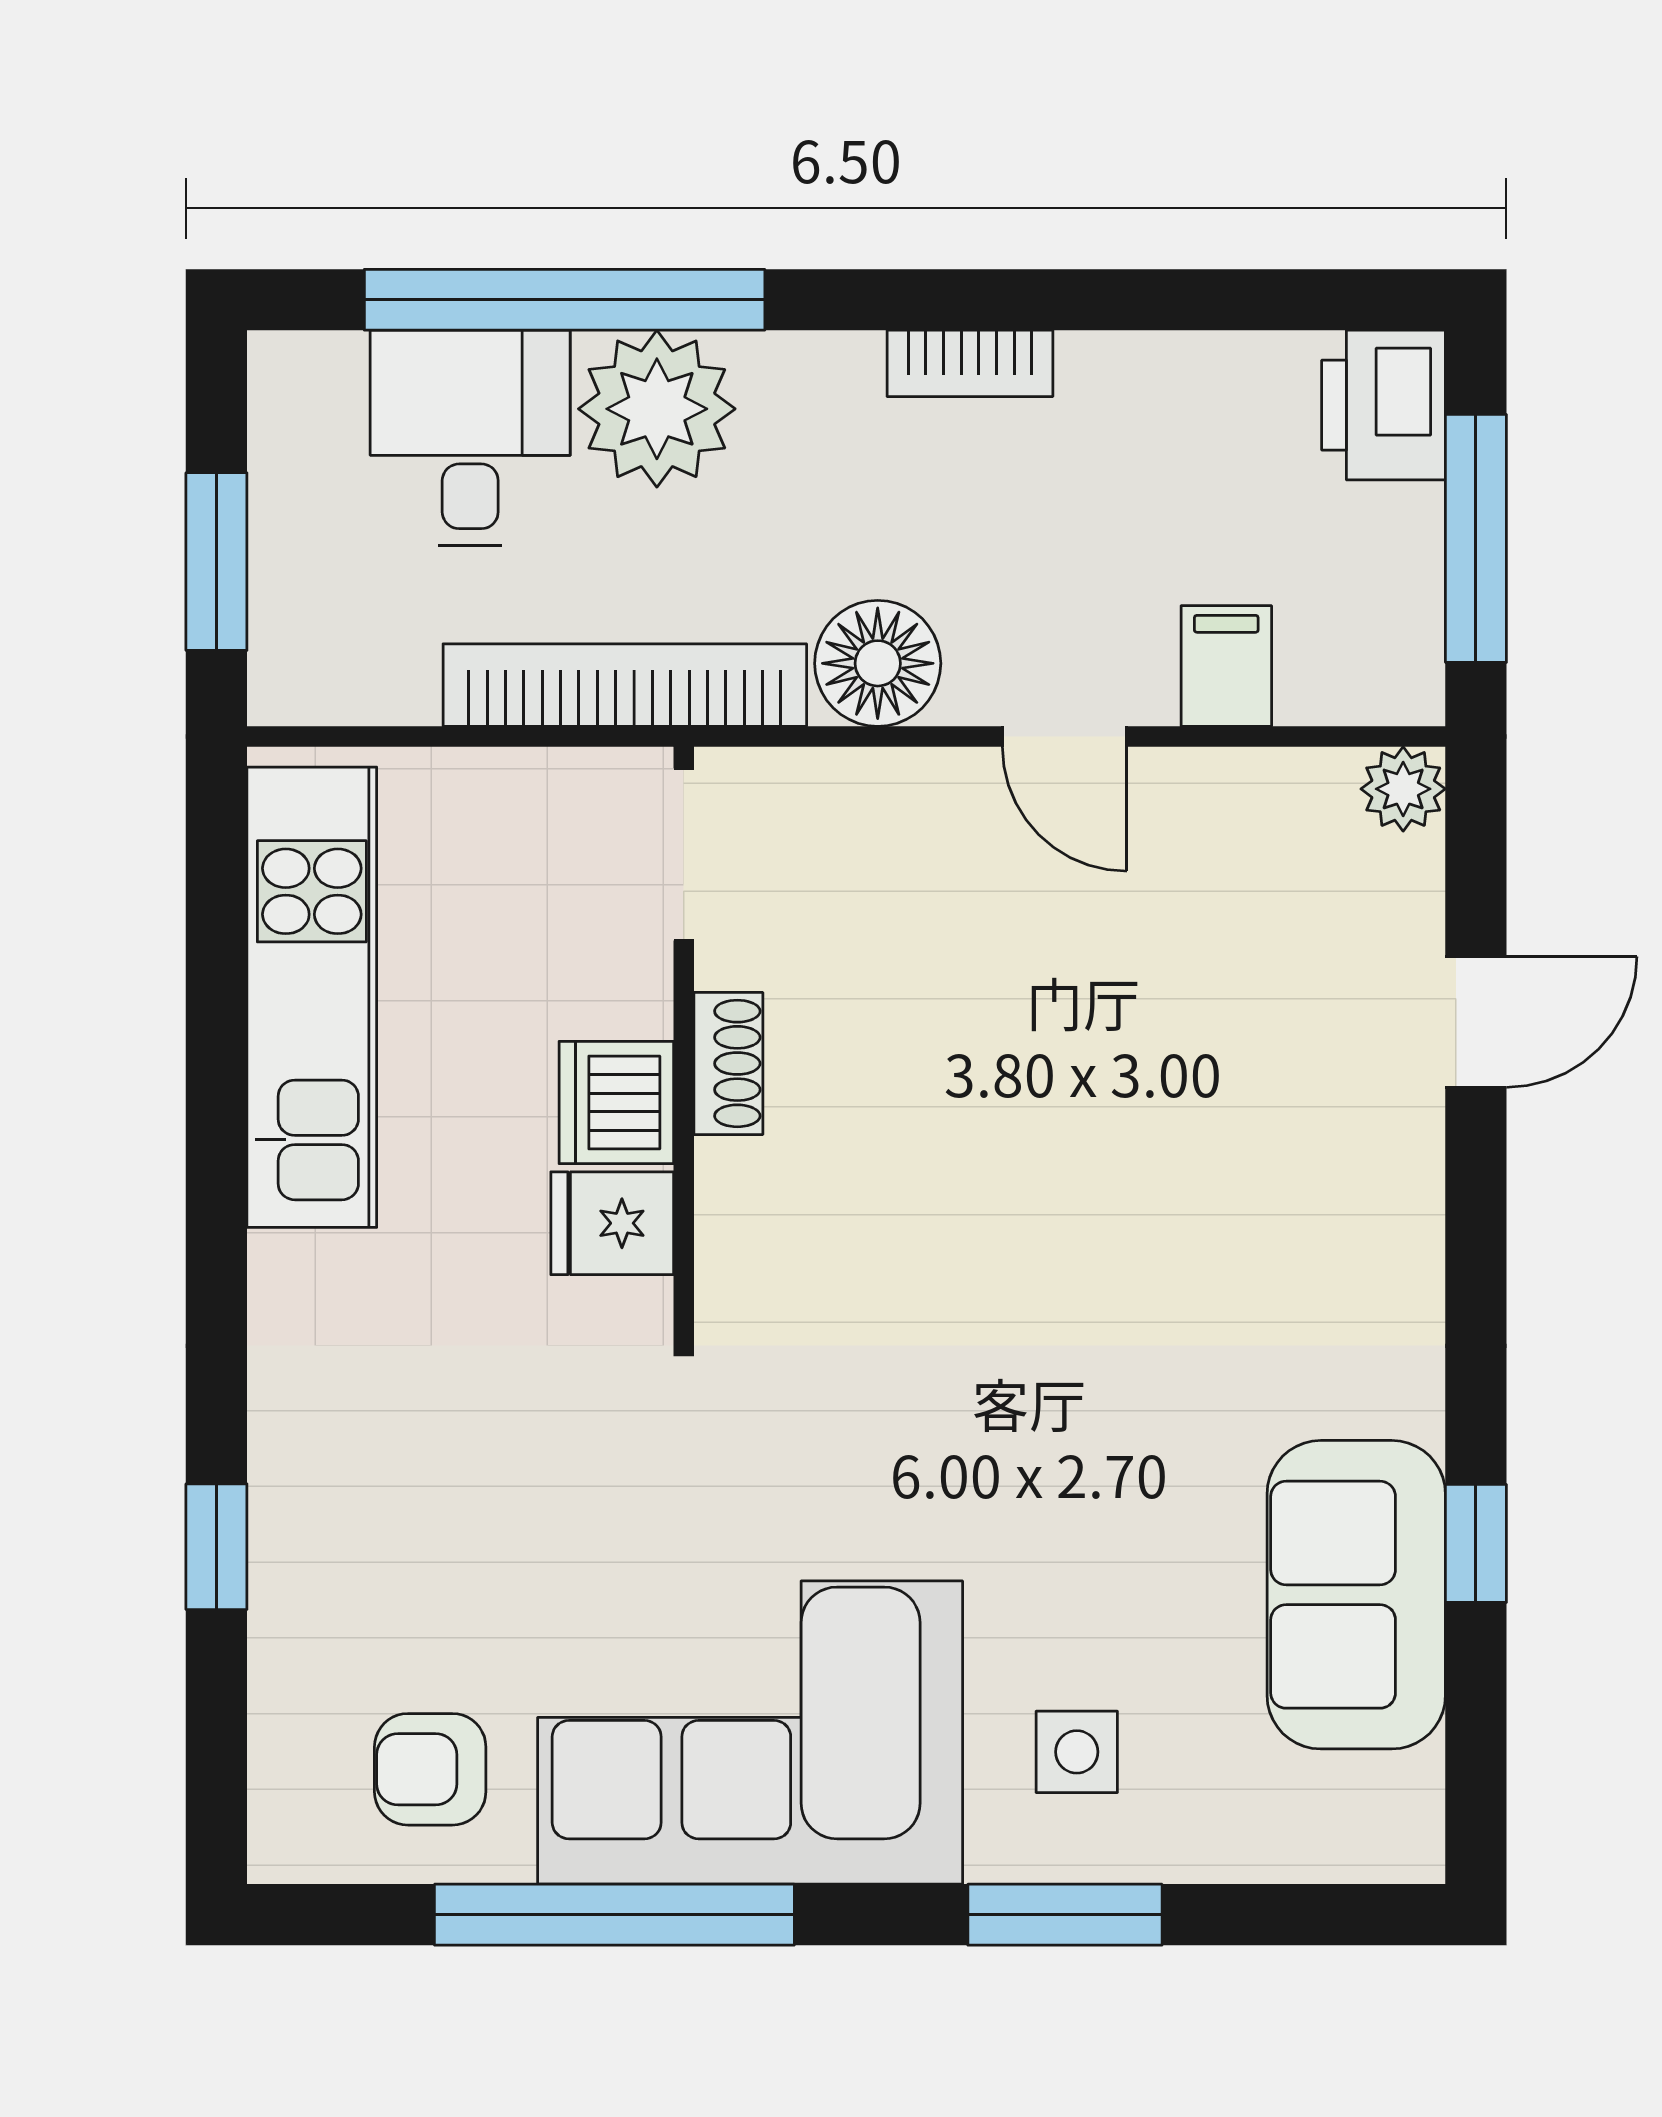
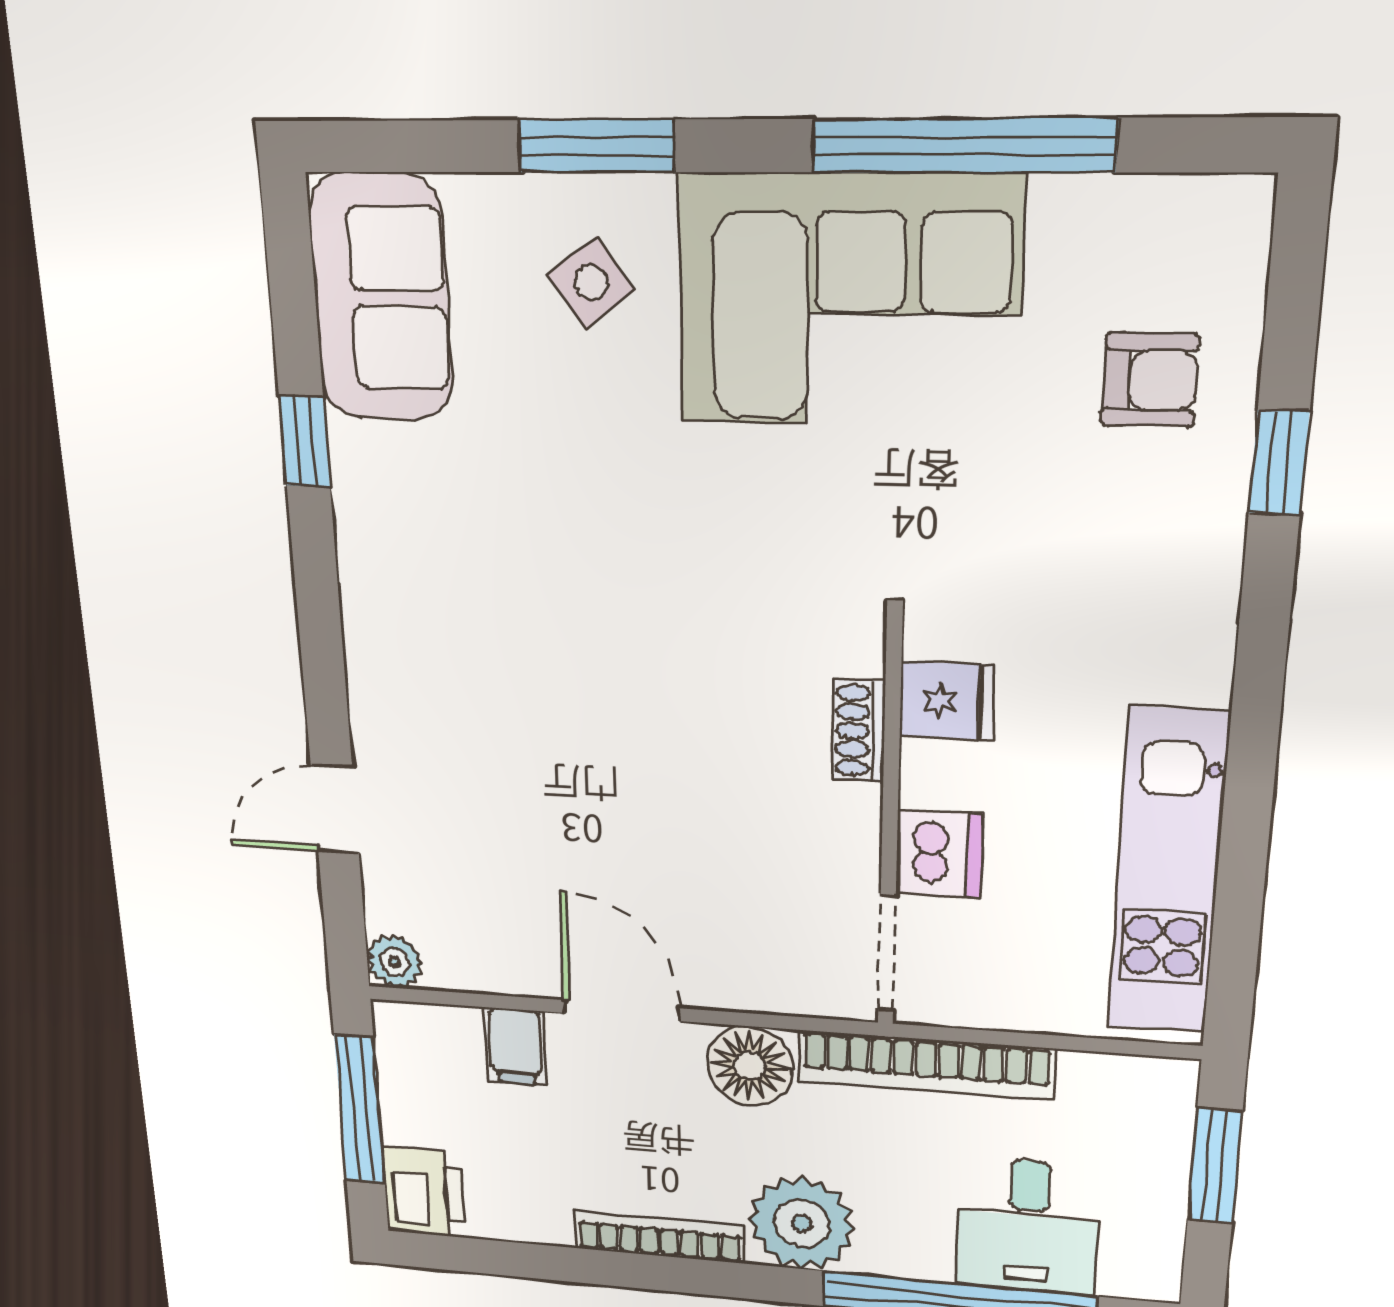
bookcase: (970, 363) -> (659, 1237), width x1.56
plant: (657, 409) -> (802, 1223), moved
door: (1065, 737) -> (622, 1011), width x1.38
shoe rack: (728, 1063) -> (859, 731), moved
dishwasher: (616, 1103) -> (939, 854), moved
sofa: (1356, 1595) -> (381, 298), moved
side table: (1077, 1752) -> (591, 283), turned -36
armchair: (430, 1769) -> (1150, 380), moved

